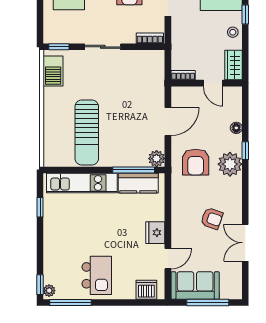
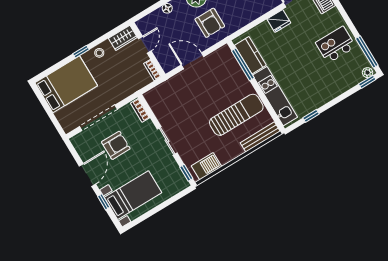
bench: (50, 143) -> (260, 137), added
plant: (157, 159) -> (225, 53), removed
armchair: (196, 162) -> (210, 23), turned 90

